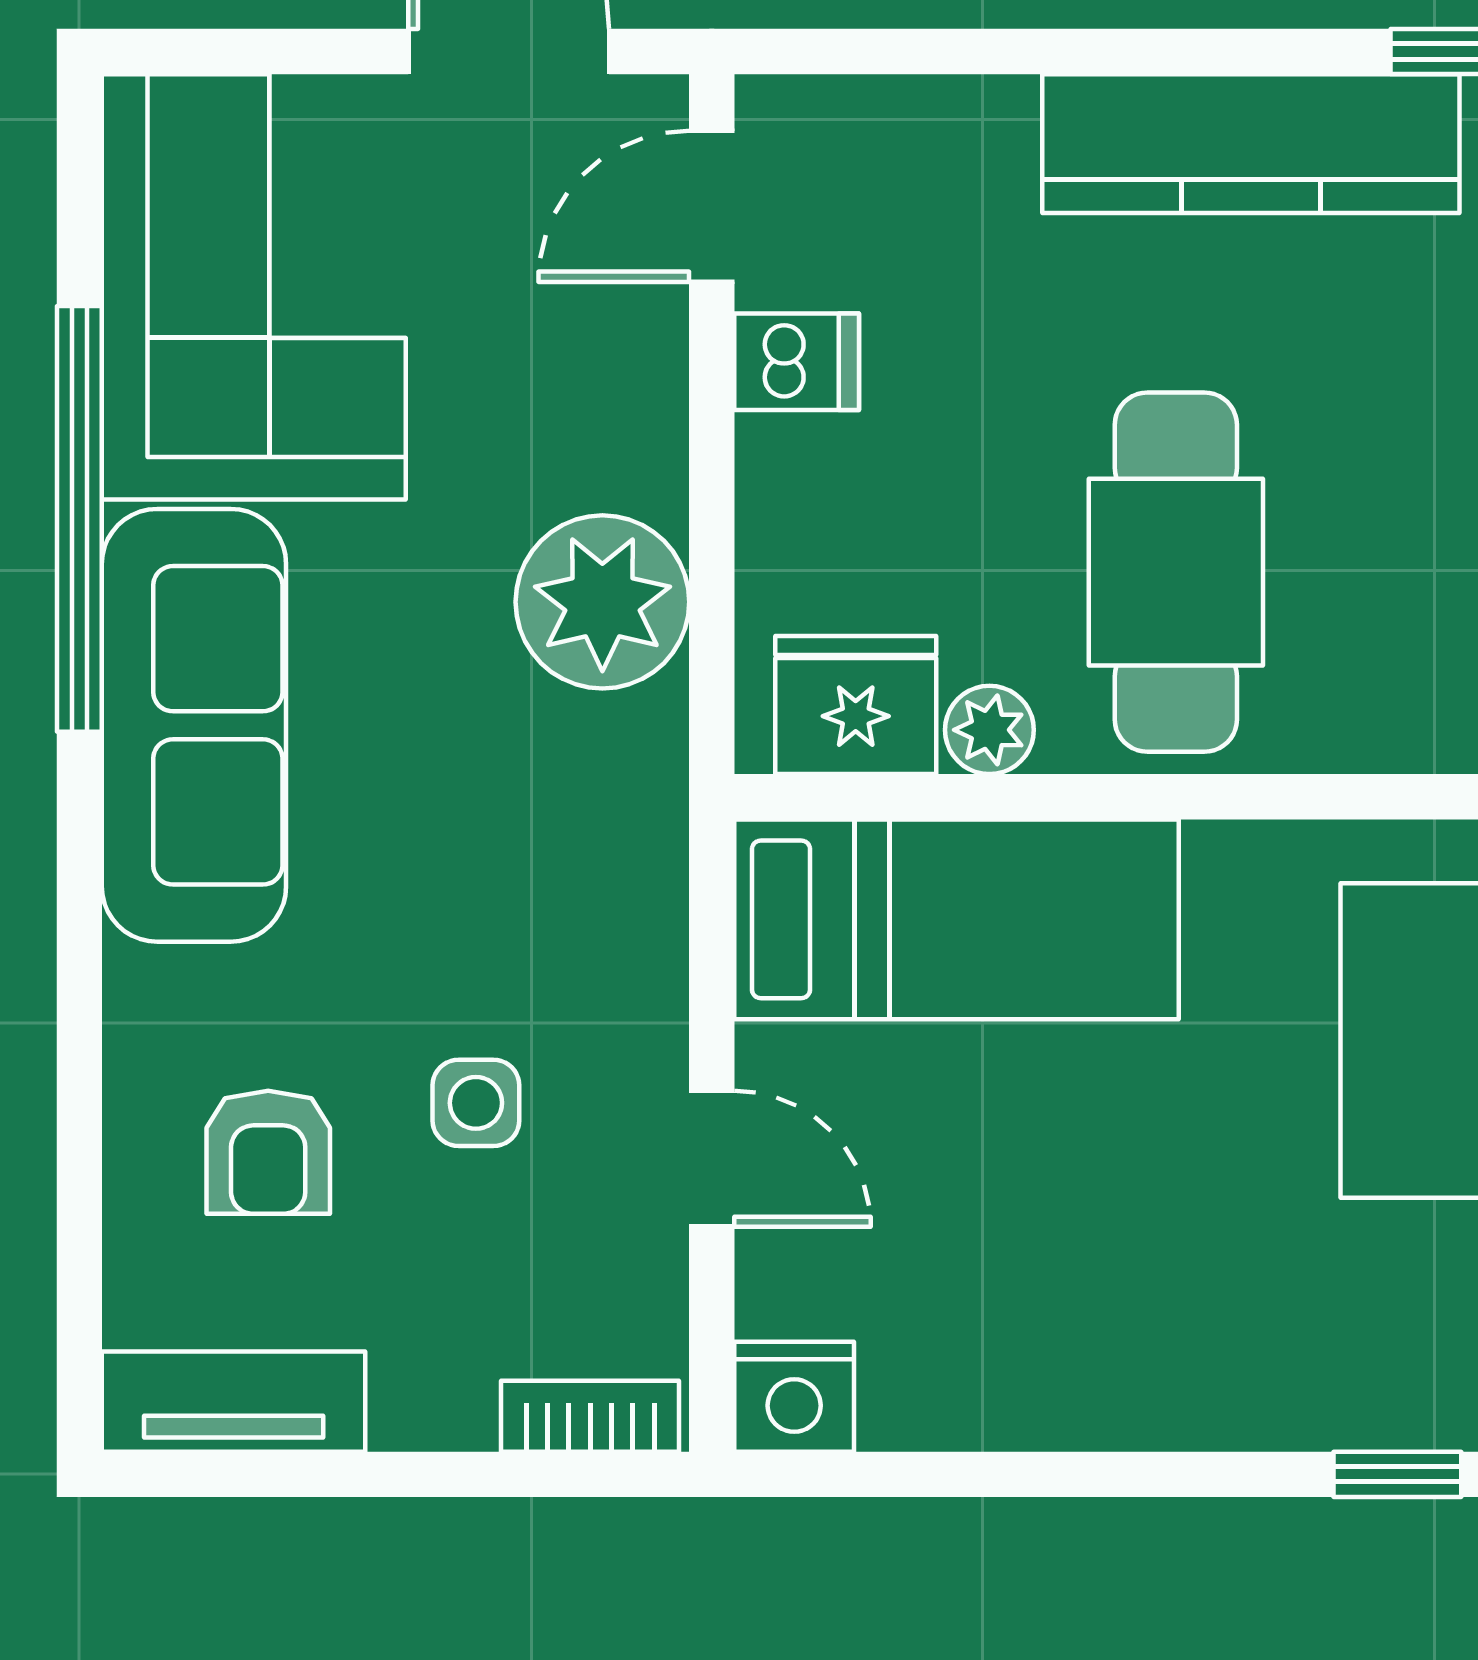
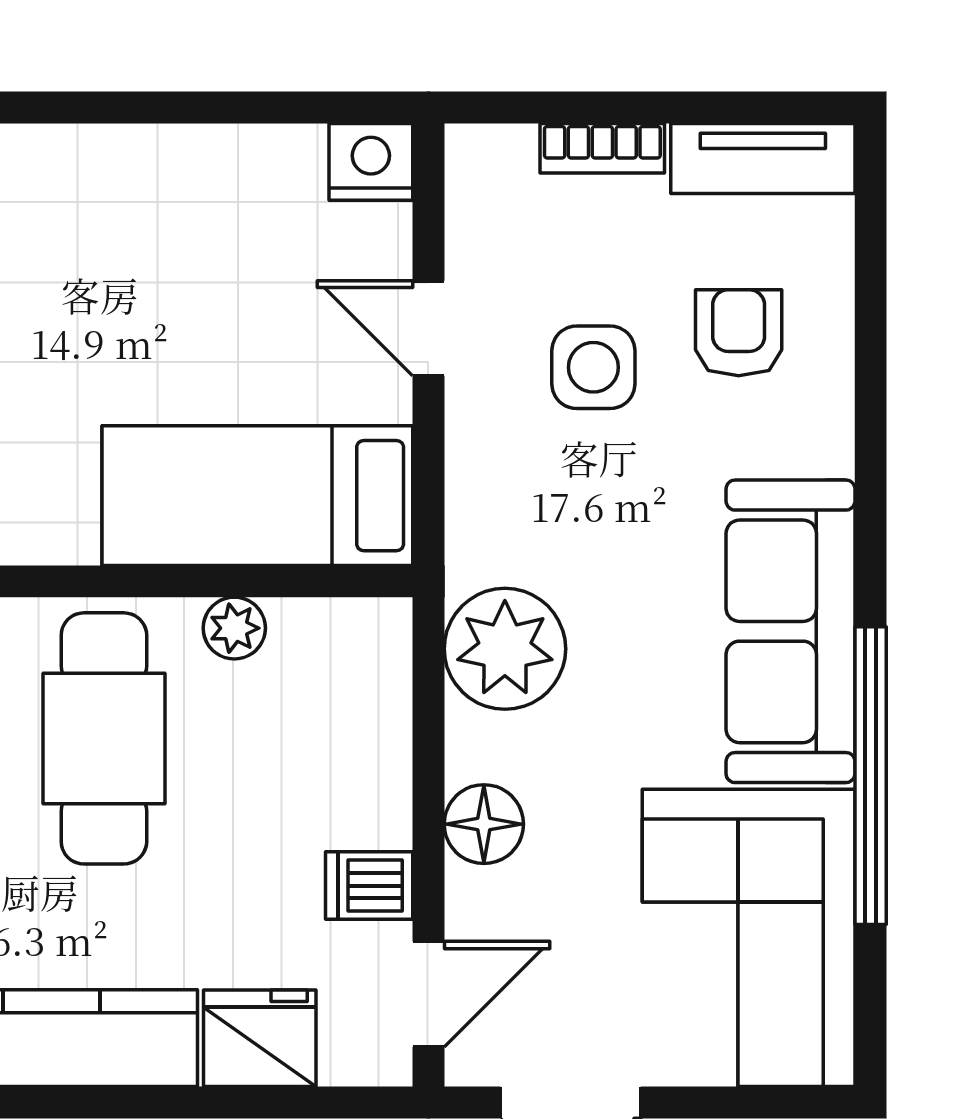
floor lamp: (633, 450) -> (484, 824), added
plant: (602, 602) -> (505, 649), moved
fridge: (856, 705) -> (260, 1038), moved, turned 180
side table: (476, 1103) -> (593, 367), width x1.37, depth x1.37
bookcase: (590, 1416) -> (602, 148), moved

